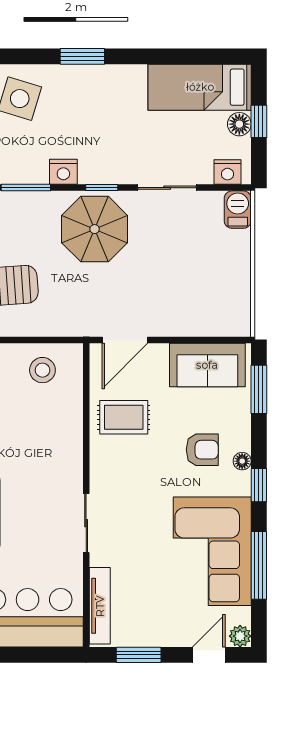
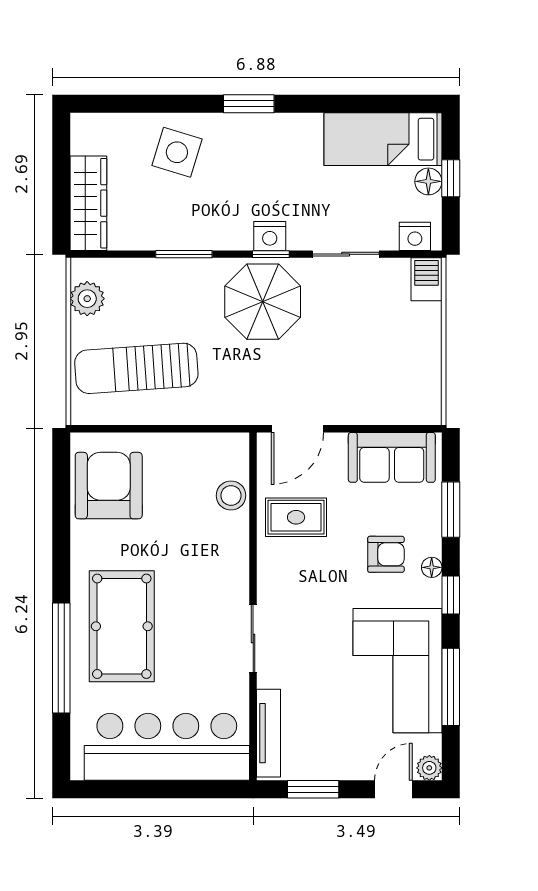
nightstand: (63, 172) -> (270, 236), moved
stool: (42, 370) -> (231, 496), moved
window: (259, 389) -> (451, 510), moved

